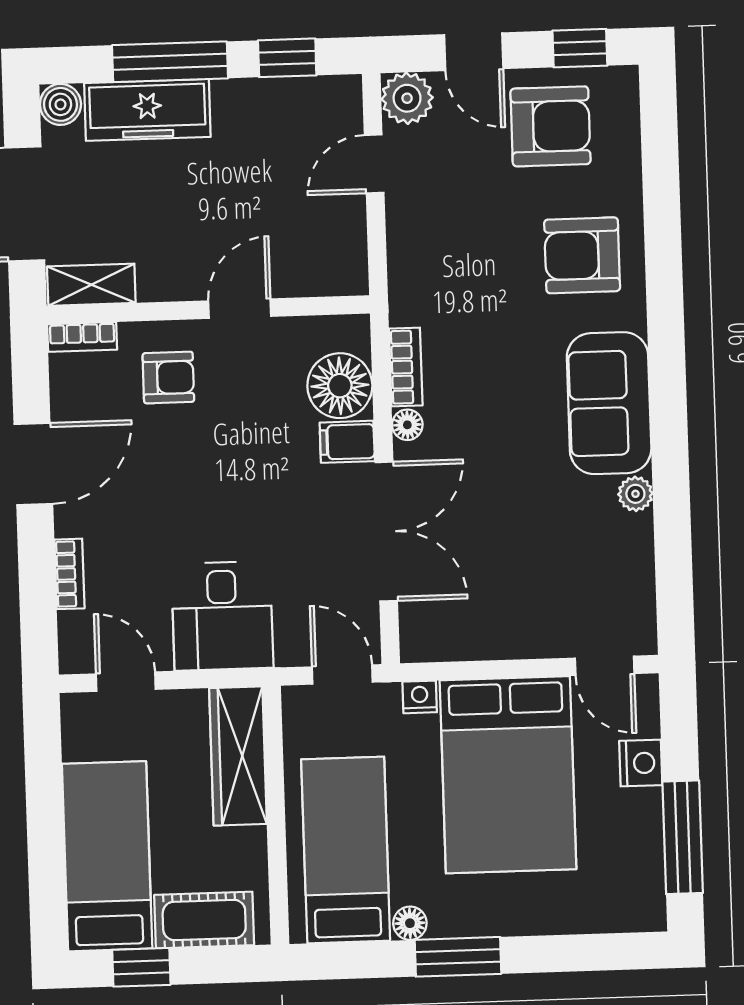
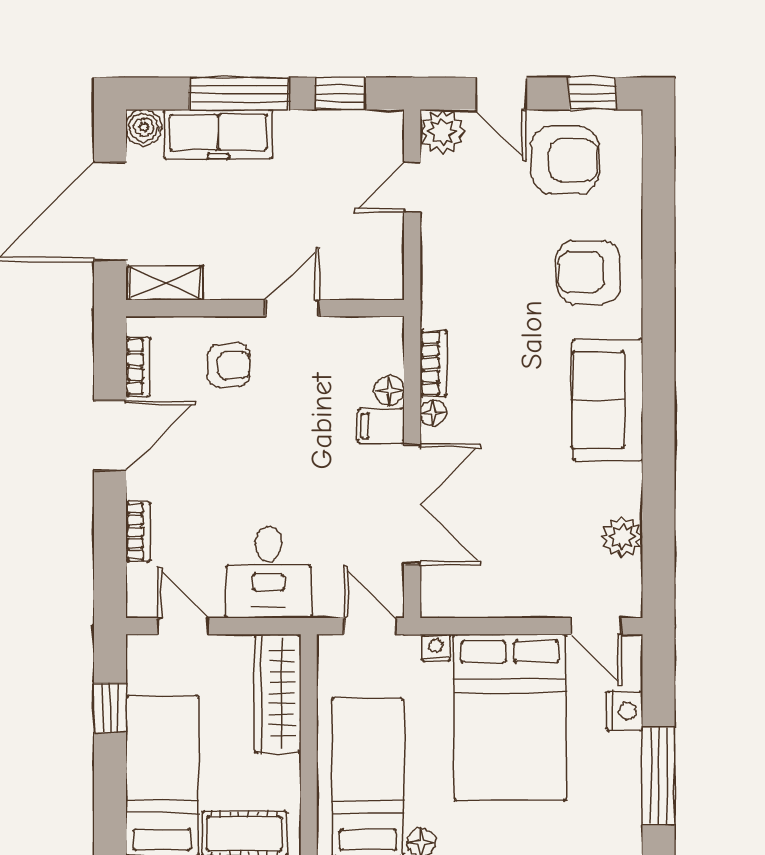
bookcase: (82, 337) -> (138, 367), moved, turned -90
floor lamp: (340, 386) -> (389, 391), width x0.53, depth x0.53
plant: (635, 494) -> (622, 537), moved, width x1.38, depth x1.38
window: (44, 779) -> (110, 708), added

